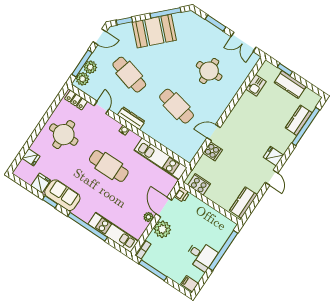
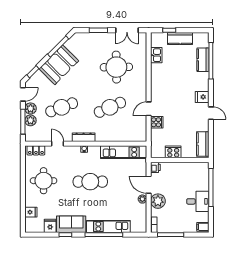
round table: (209, 71) -> (116, 67), width x1.36, depth x1.36
cafe table: (129, 75) -> (62, 107), turned -36
plant: (83, 79) -> (31, 108), moved
cafe table: (177, 106) -> (110, 107), turned -36
cooker: (199, 184) -> (173, 152), moved
kitchen unit: (113, 232) -> (108, 226), moved

